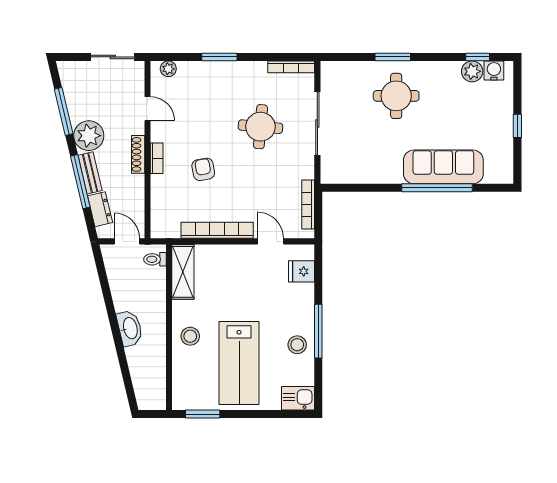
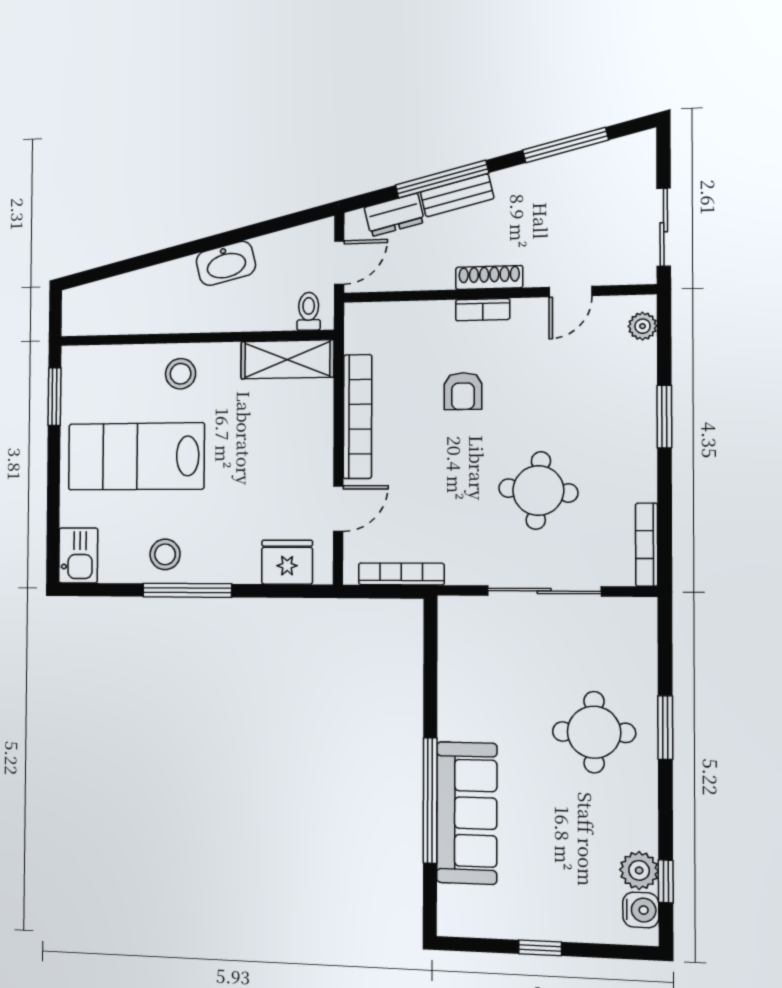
plant: (89, 136) -> (522, 191), removed
armchair: (203, 169) -> (463, 391), turned 100
fridge: (302, 271) -> (287, 562), width x1.38
washbasin: (130, 328) -> (226, 263), moved

